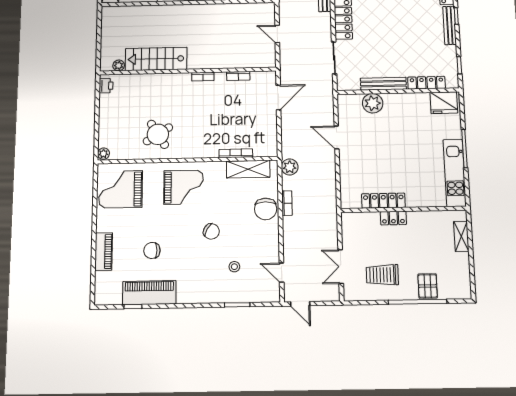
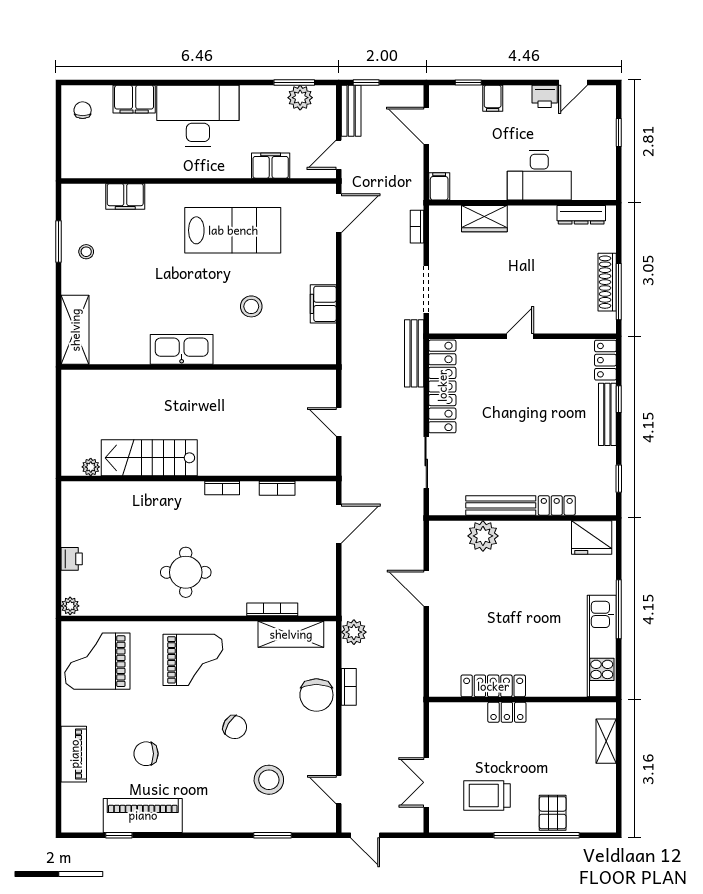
locker: (426, 83) -> (557, 505), width x0.66
printer: (106, 86) -> (72, 559), moved
round table: (158, 134) -> (186, 572), moved, turned 32
stool: (234, 267) -> (269, 780), width x1.89, depth x1.89

